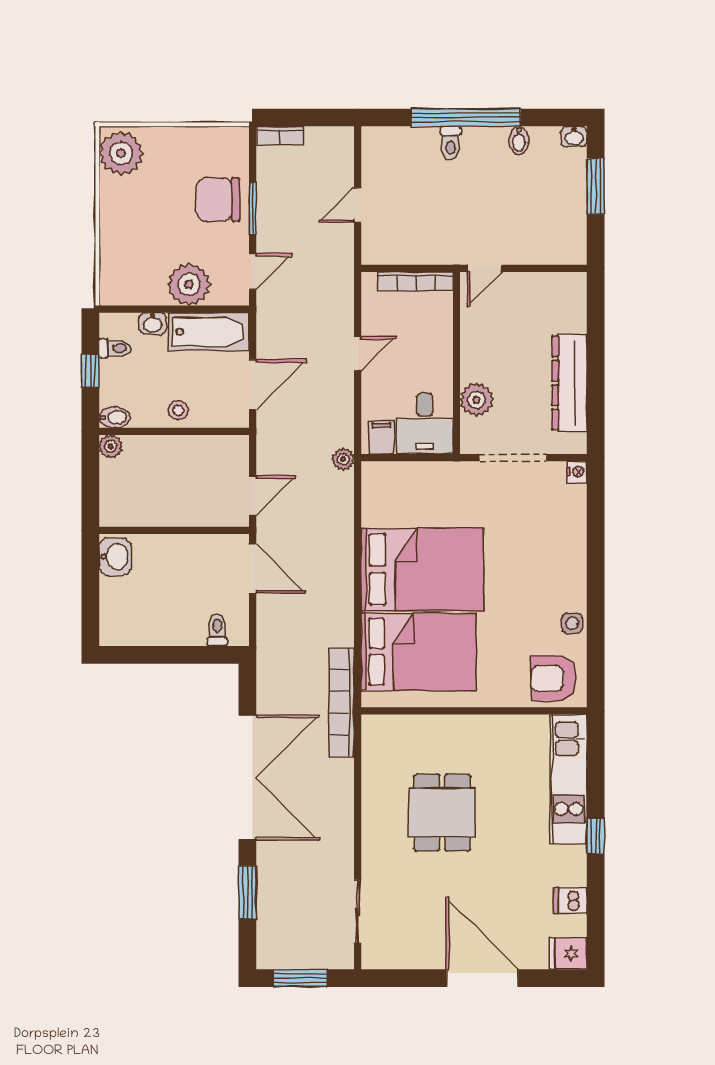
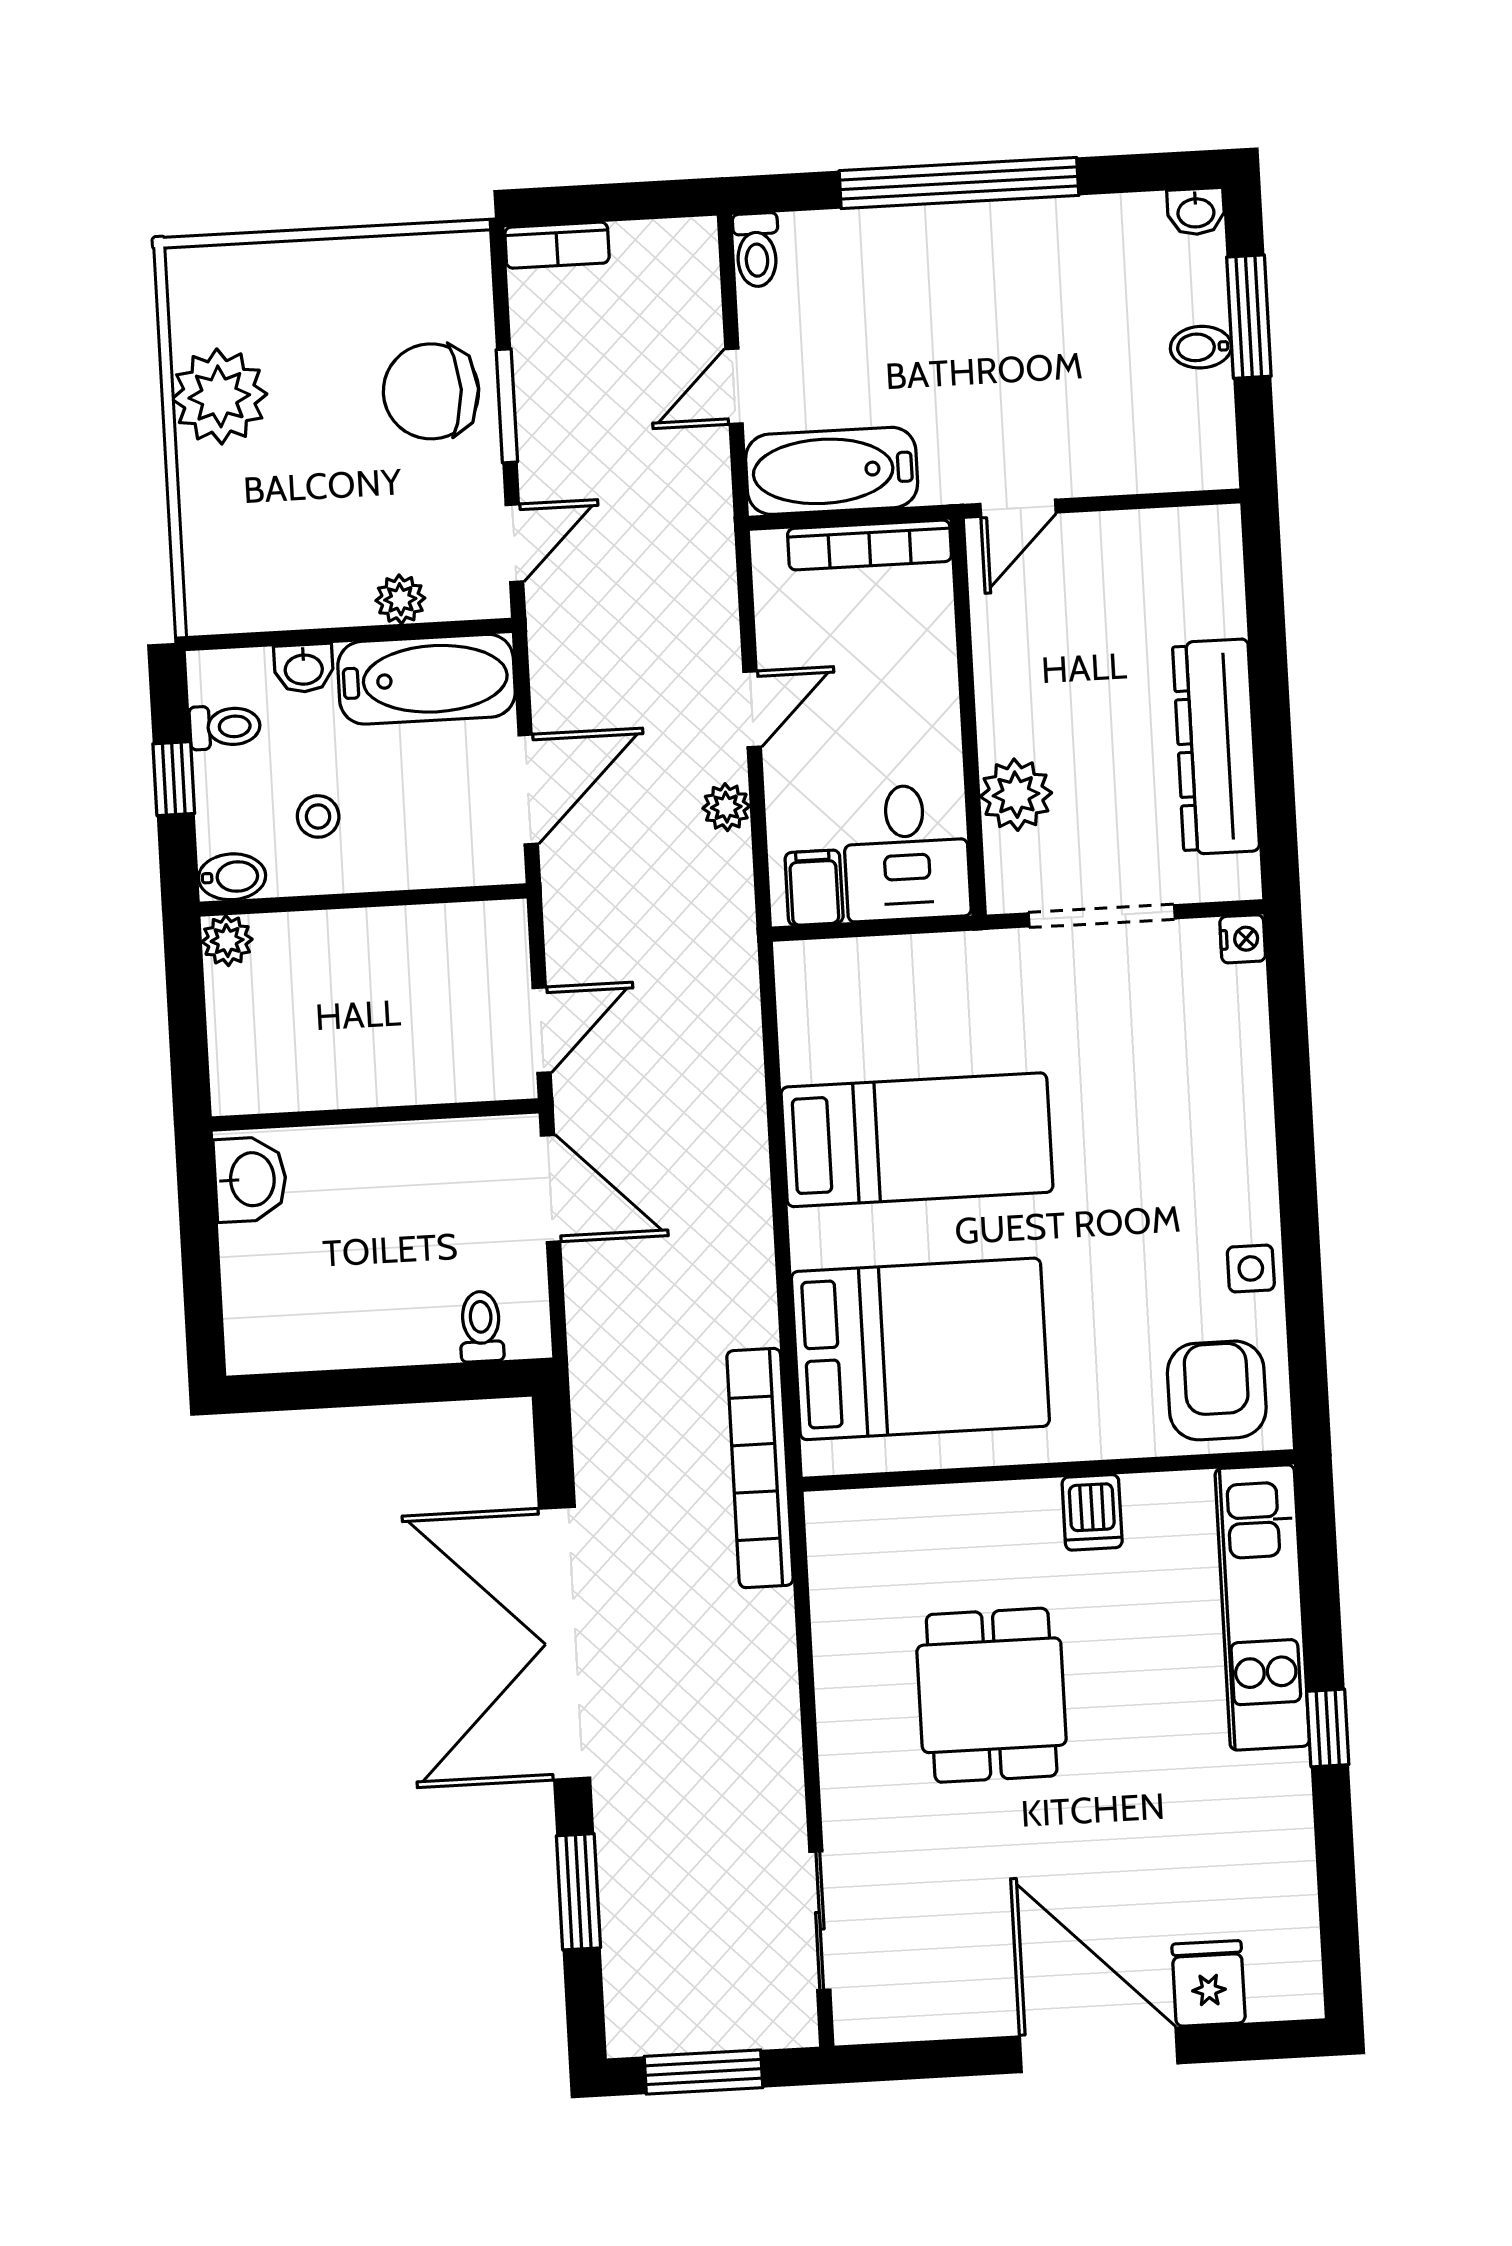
bidet: (519, 140) -> (1201, 347), moved, turned 90
toilet: (451, 143) -> (756, 250), moved
plant: (121, 153) -> (219, 396), moved
bathtub: (400, 246) -> (832, 471), added
plant: (189, 284) -> (400, 599), width x0.53, depth x0.53
stool: (178, 410) -> (318, 816), moved
plant: (343, 459) -> (726, 807), moved
bed: (422, 569) -> (917, 1140), width x0.67
armchair: (553, 678) -> (1217, 1390), turned 90
double door: (247, 778) -> (565, 1643), swing flipped
dishwasher: (570, 901) -> (1092, 1512), moved, turned -90
fridge: (568, 953) -> (1209, 1983), moved, turned 90

